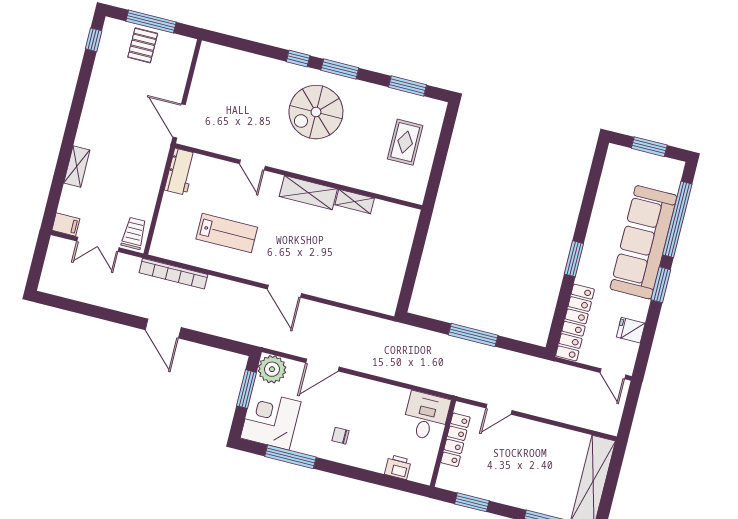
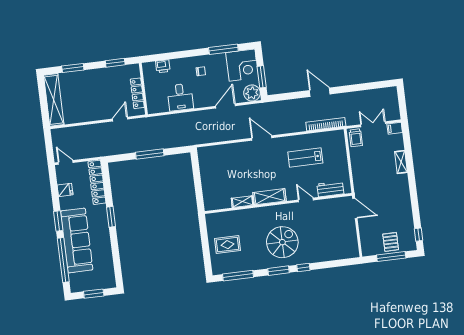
window: (407, 86) -> (238, 276), width x1.44
rug: (405, 142) -> (227, 245), turned 90
workbench: (180, 172) -> (330, 189), moved, turned 90
desk: (426, 416) -> (180, 97), moved

